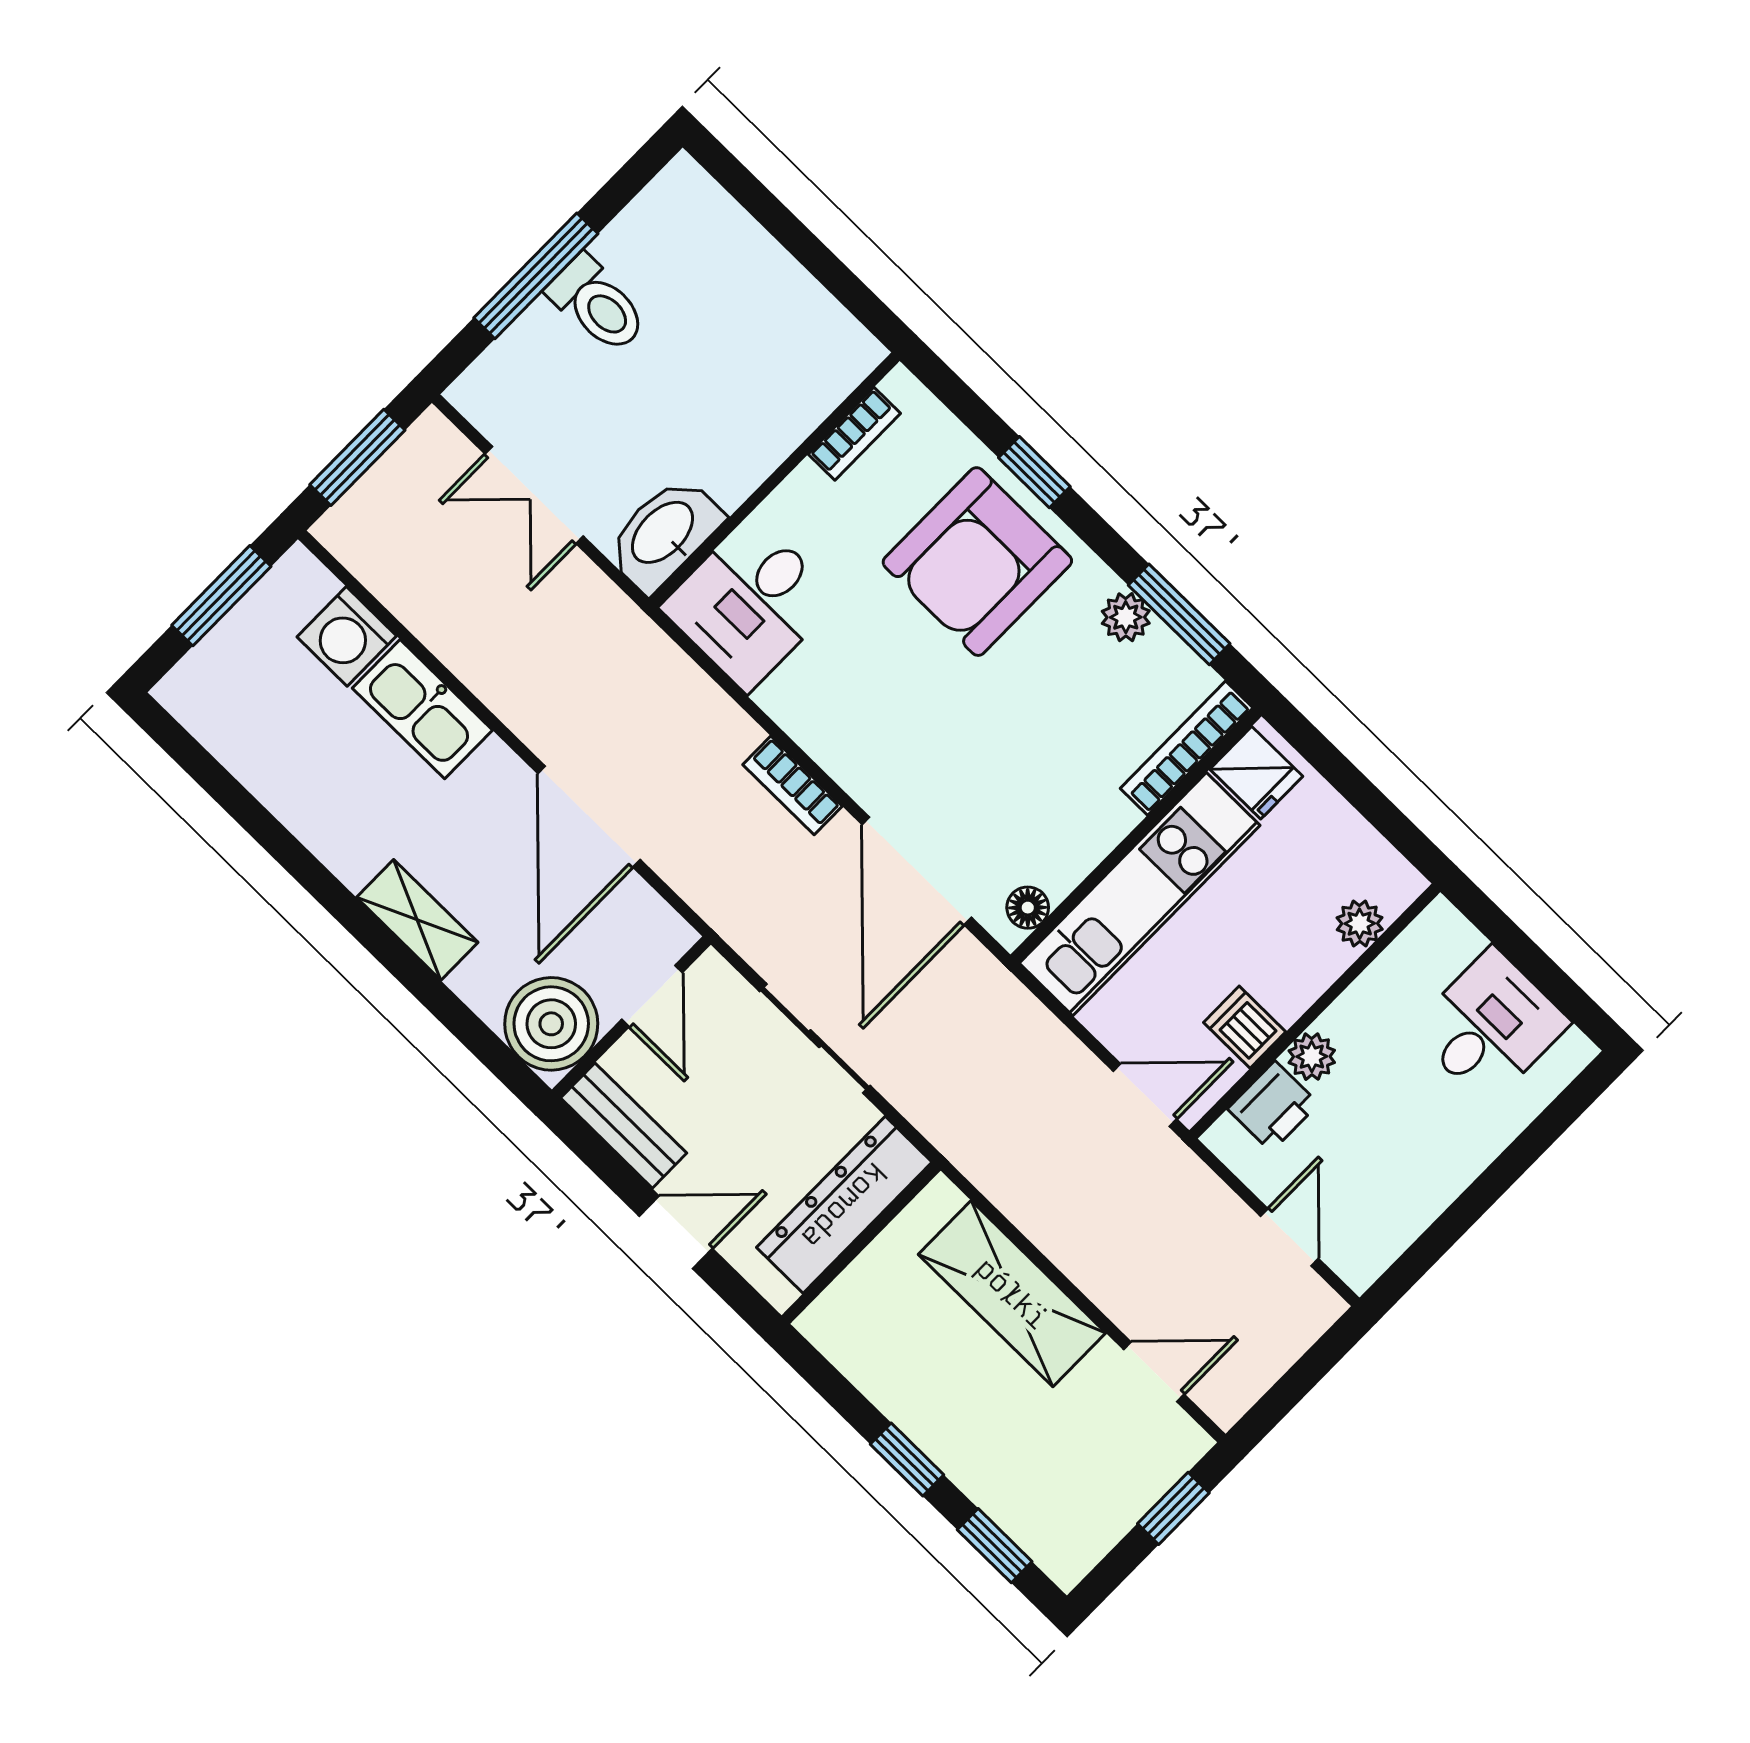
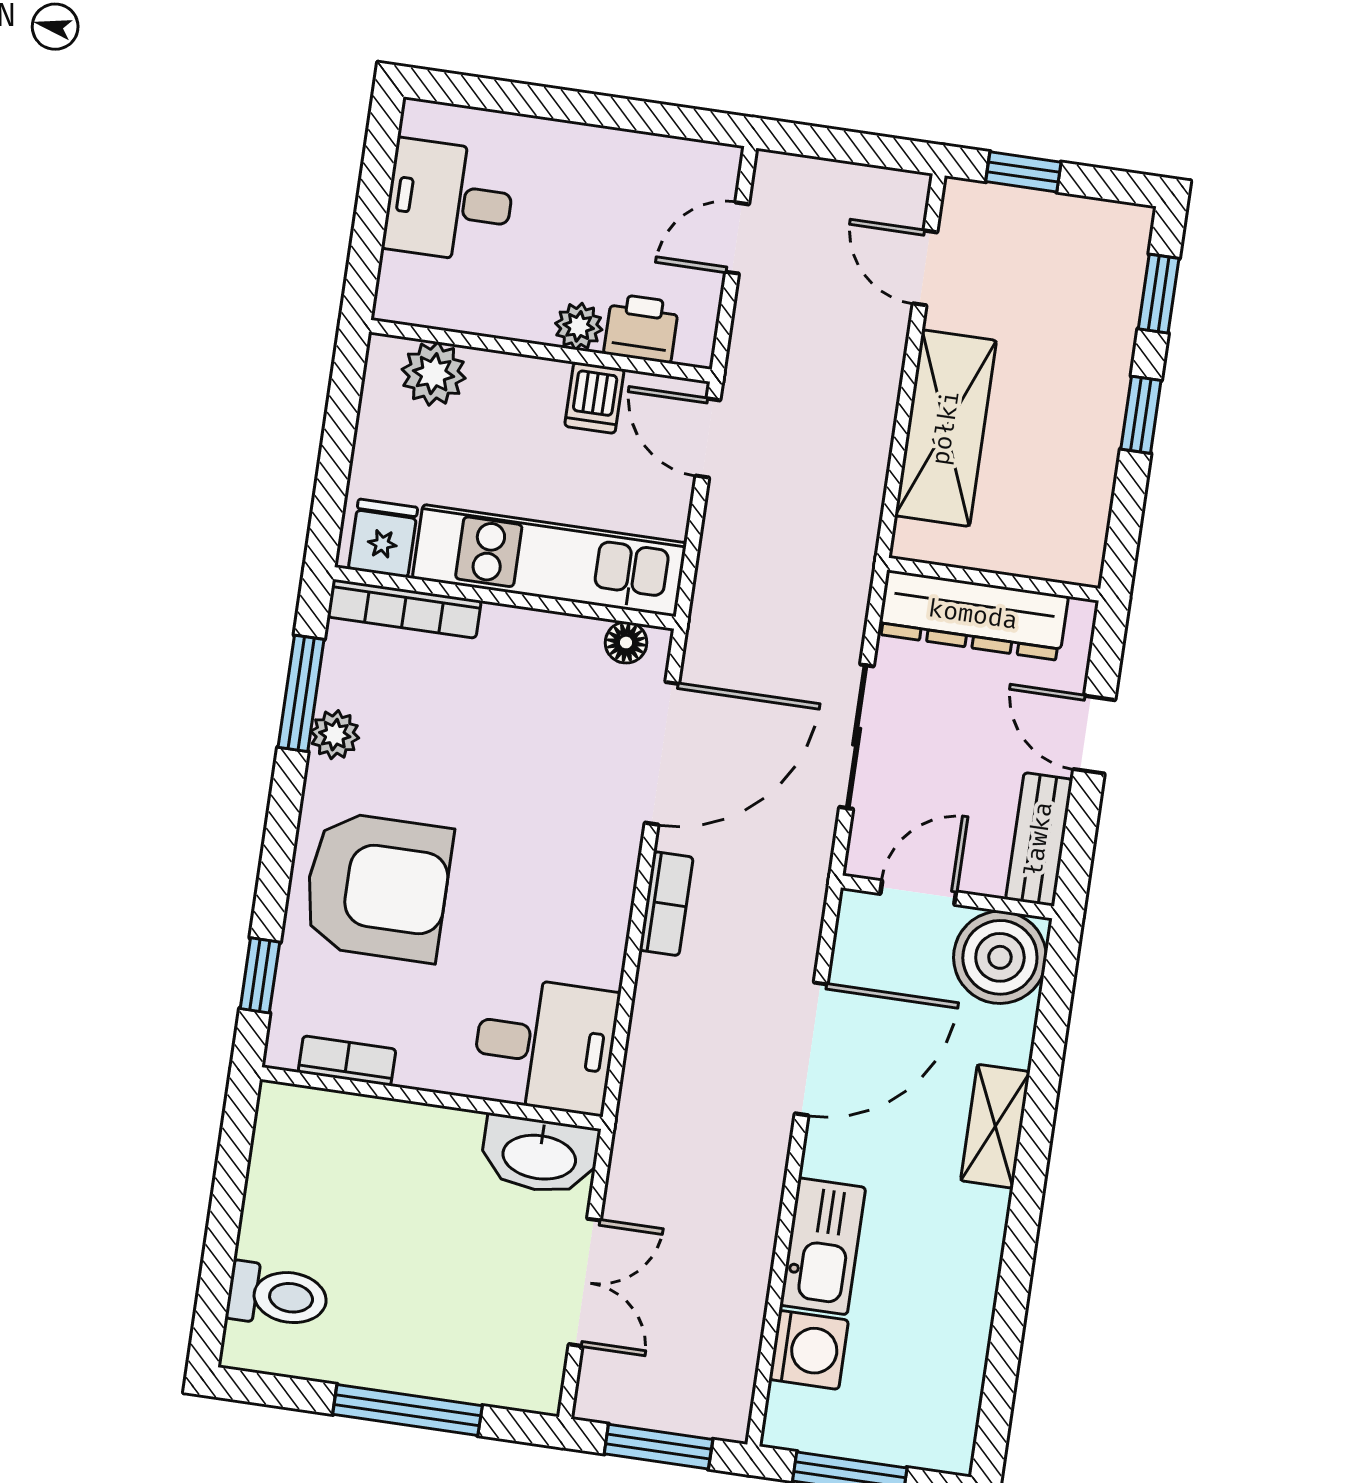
toilet: (597, 304) -> (277, 1296), moved, turned 90
window: (1034, 472) -> (260, 975), moved
plant: (1360, 924) -> (434, 374), width x1.38, depth x1.38

